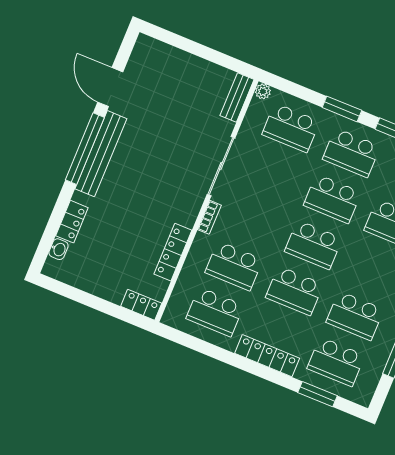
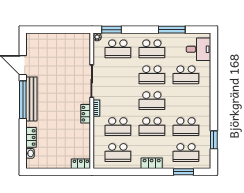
bench: (237, 97) -> (86, 45), removed
window: (342, 109) -> (112, 30), moved
locker: (173, 252) -> (86, 114), moved, width x0.66
locker: (267, 356) -> (152, 163), width x0.66

